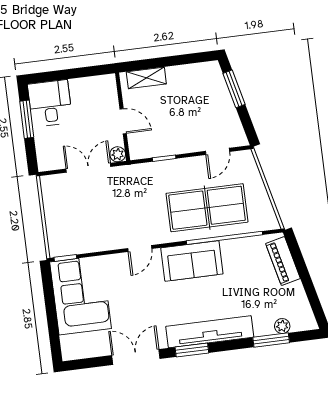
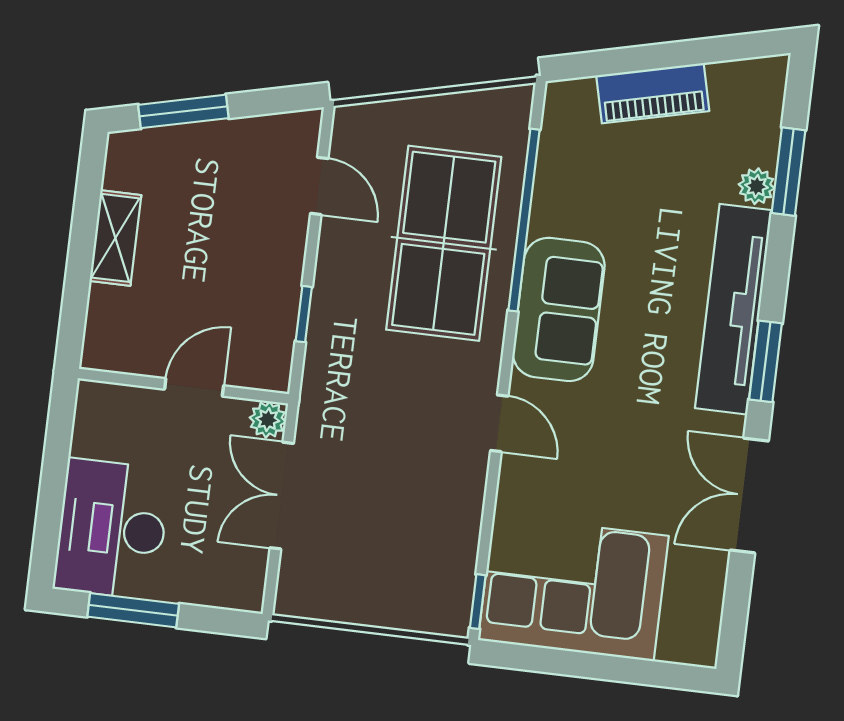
shelving: (146, 78) -> (115, 238), moved
desk: (50, 103) -> (112, 529), width x1.37
piano: (283, 261) -> (653, 93), moved
plant: (282, 326) -> (757, 186), moved

